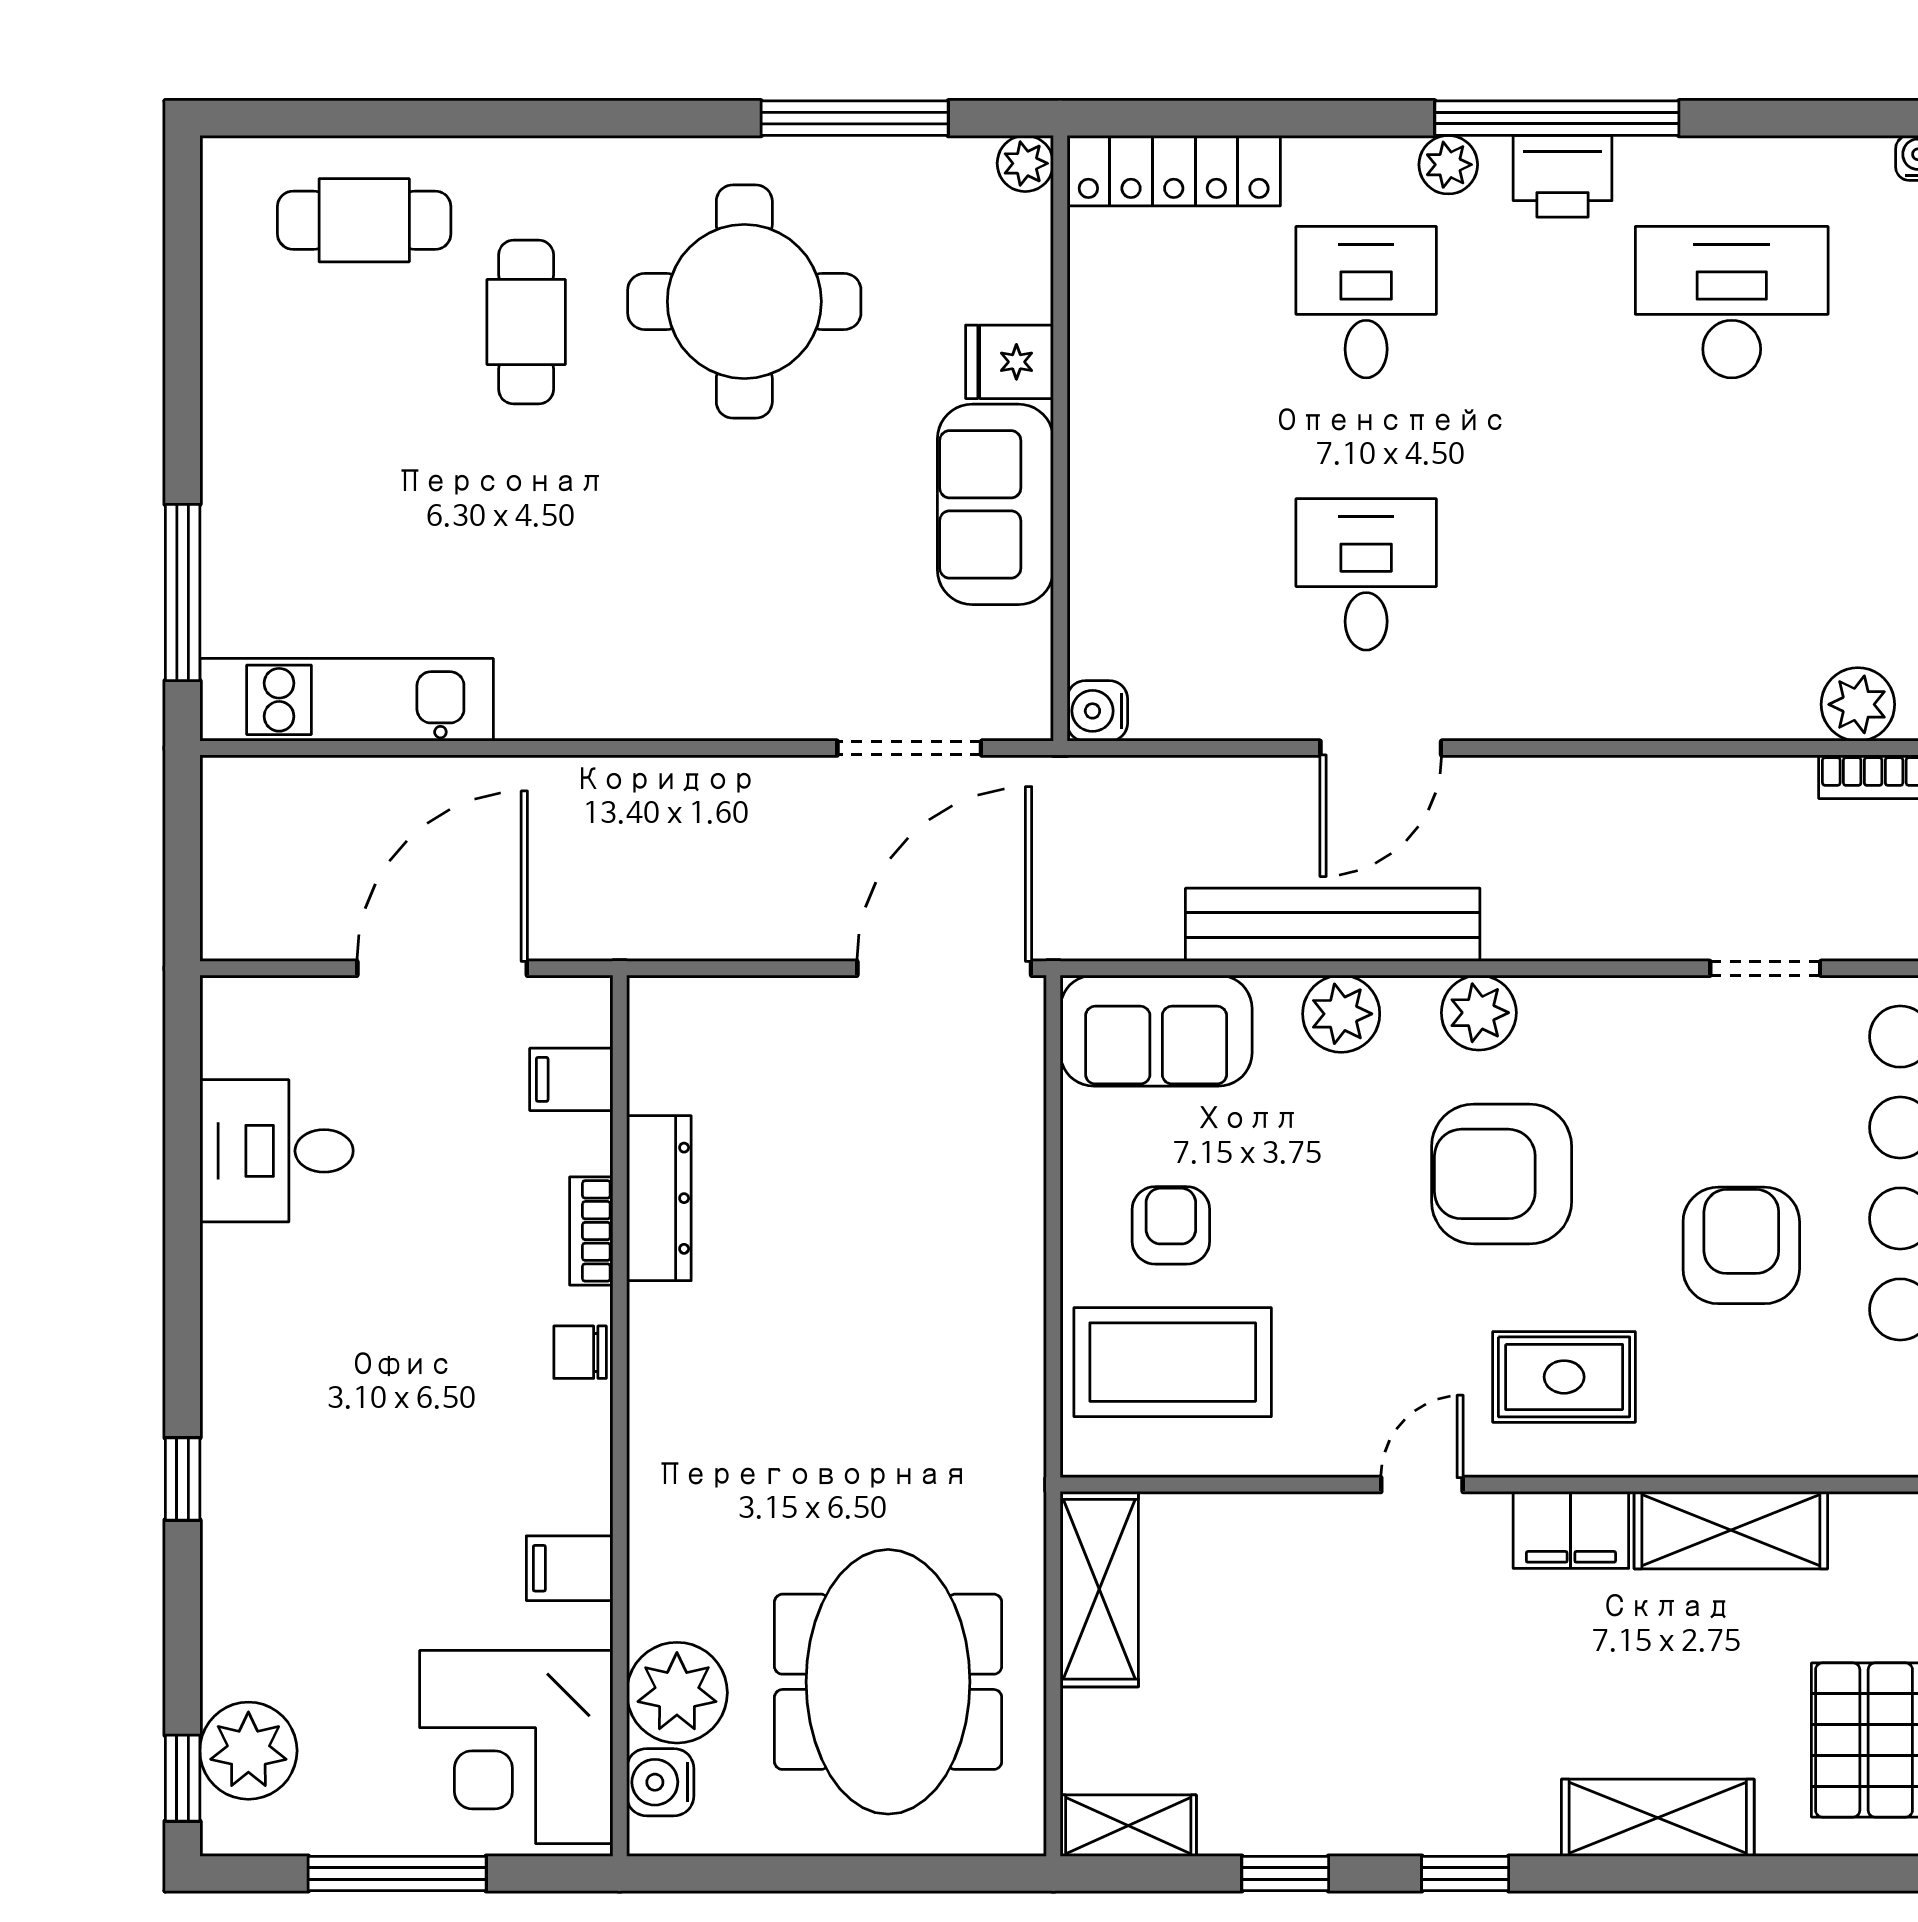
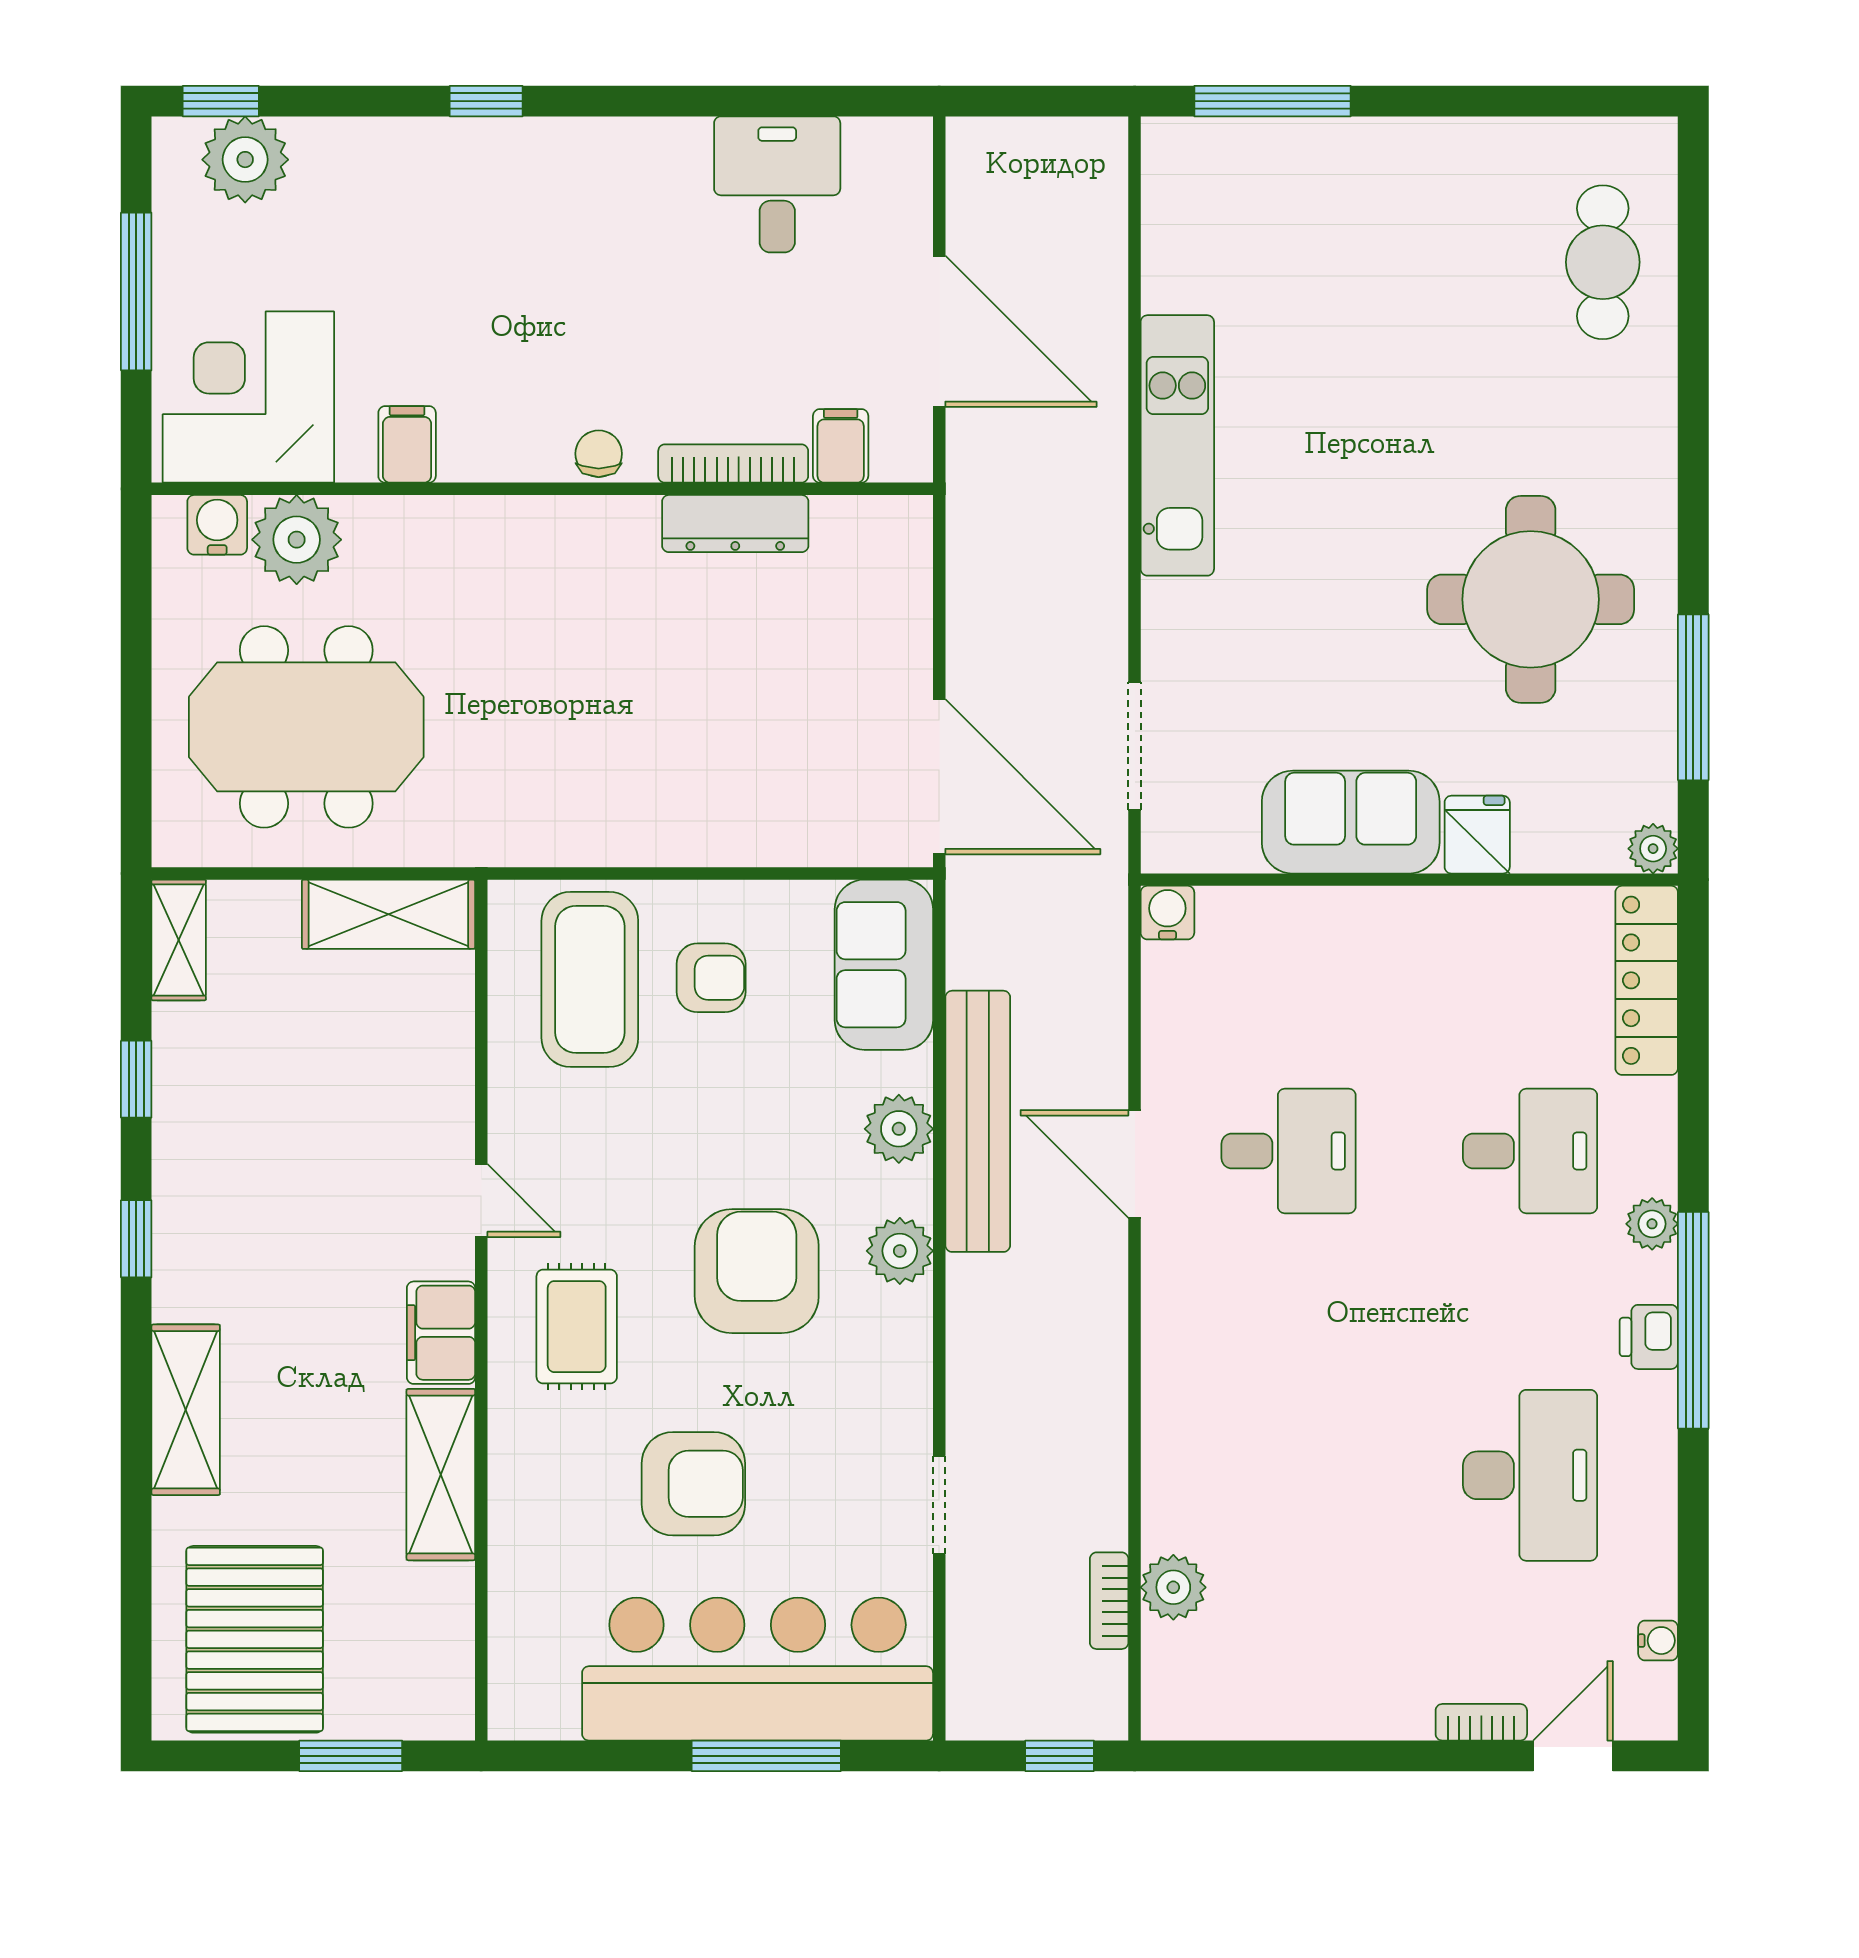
printer: (1563, 176) -> (1649, 1337), width x0.73, depth x0.81
cafe table: (526, 322) -> (1512, 406), removed
kitchen unit: (347, 700) -> (1177, 445), moved
bookcase: (591, 1231) -> (733, 464), width x1.56

